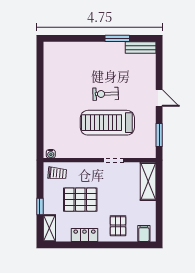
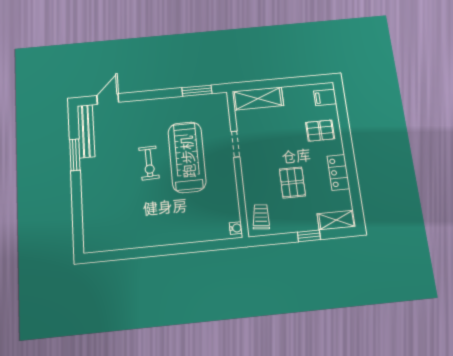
bench: (141, 48) -> (86, 131), width x1.36
door: (159, 98) -> (108, 99), moved
treadmill: (107, 123) -> (187, 157), turned 180
pallet: (80, 200) -> (292, 182), width x0.67, depth x0.71

